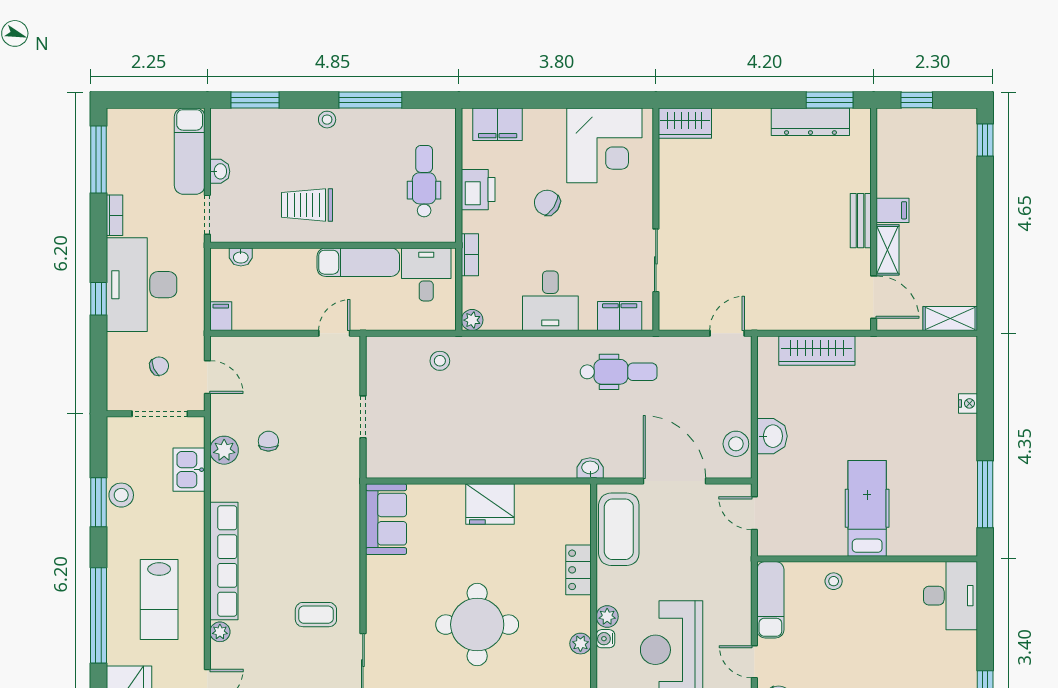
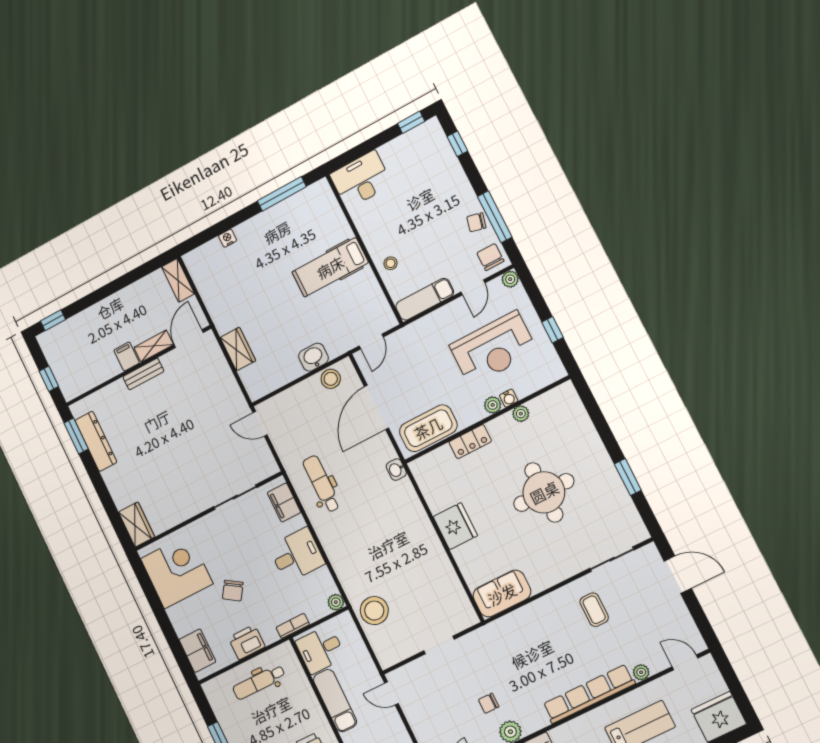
wardrobe: (817, 351) -> (238, 349), width x0.67
stool: (440, 361) -> (374, 611), width x1.89, depth x1.89

